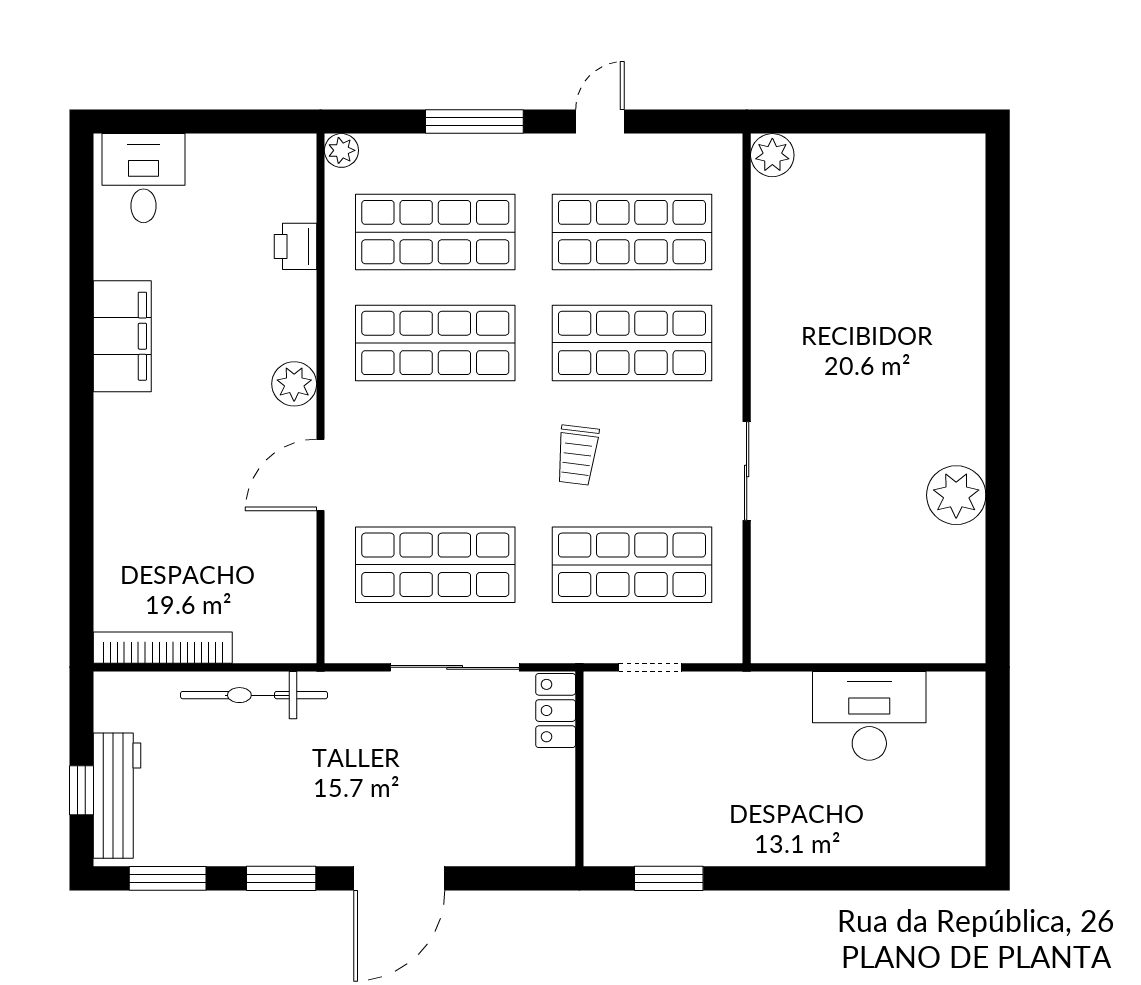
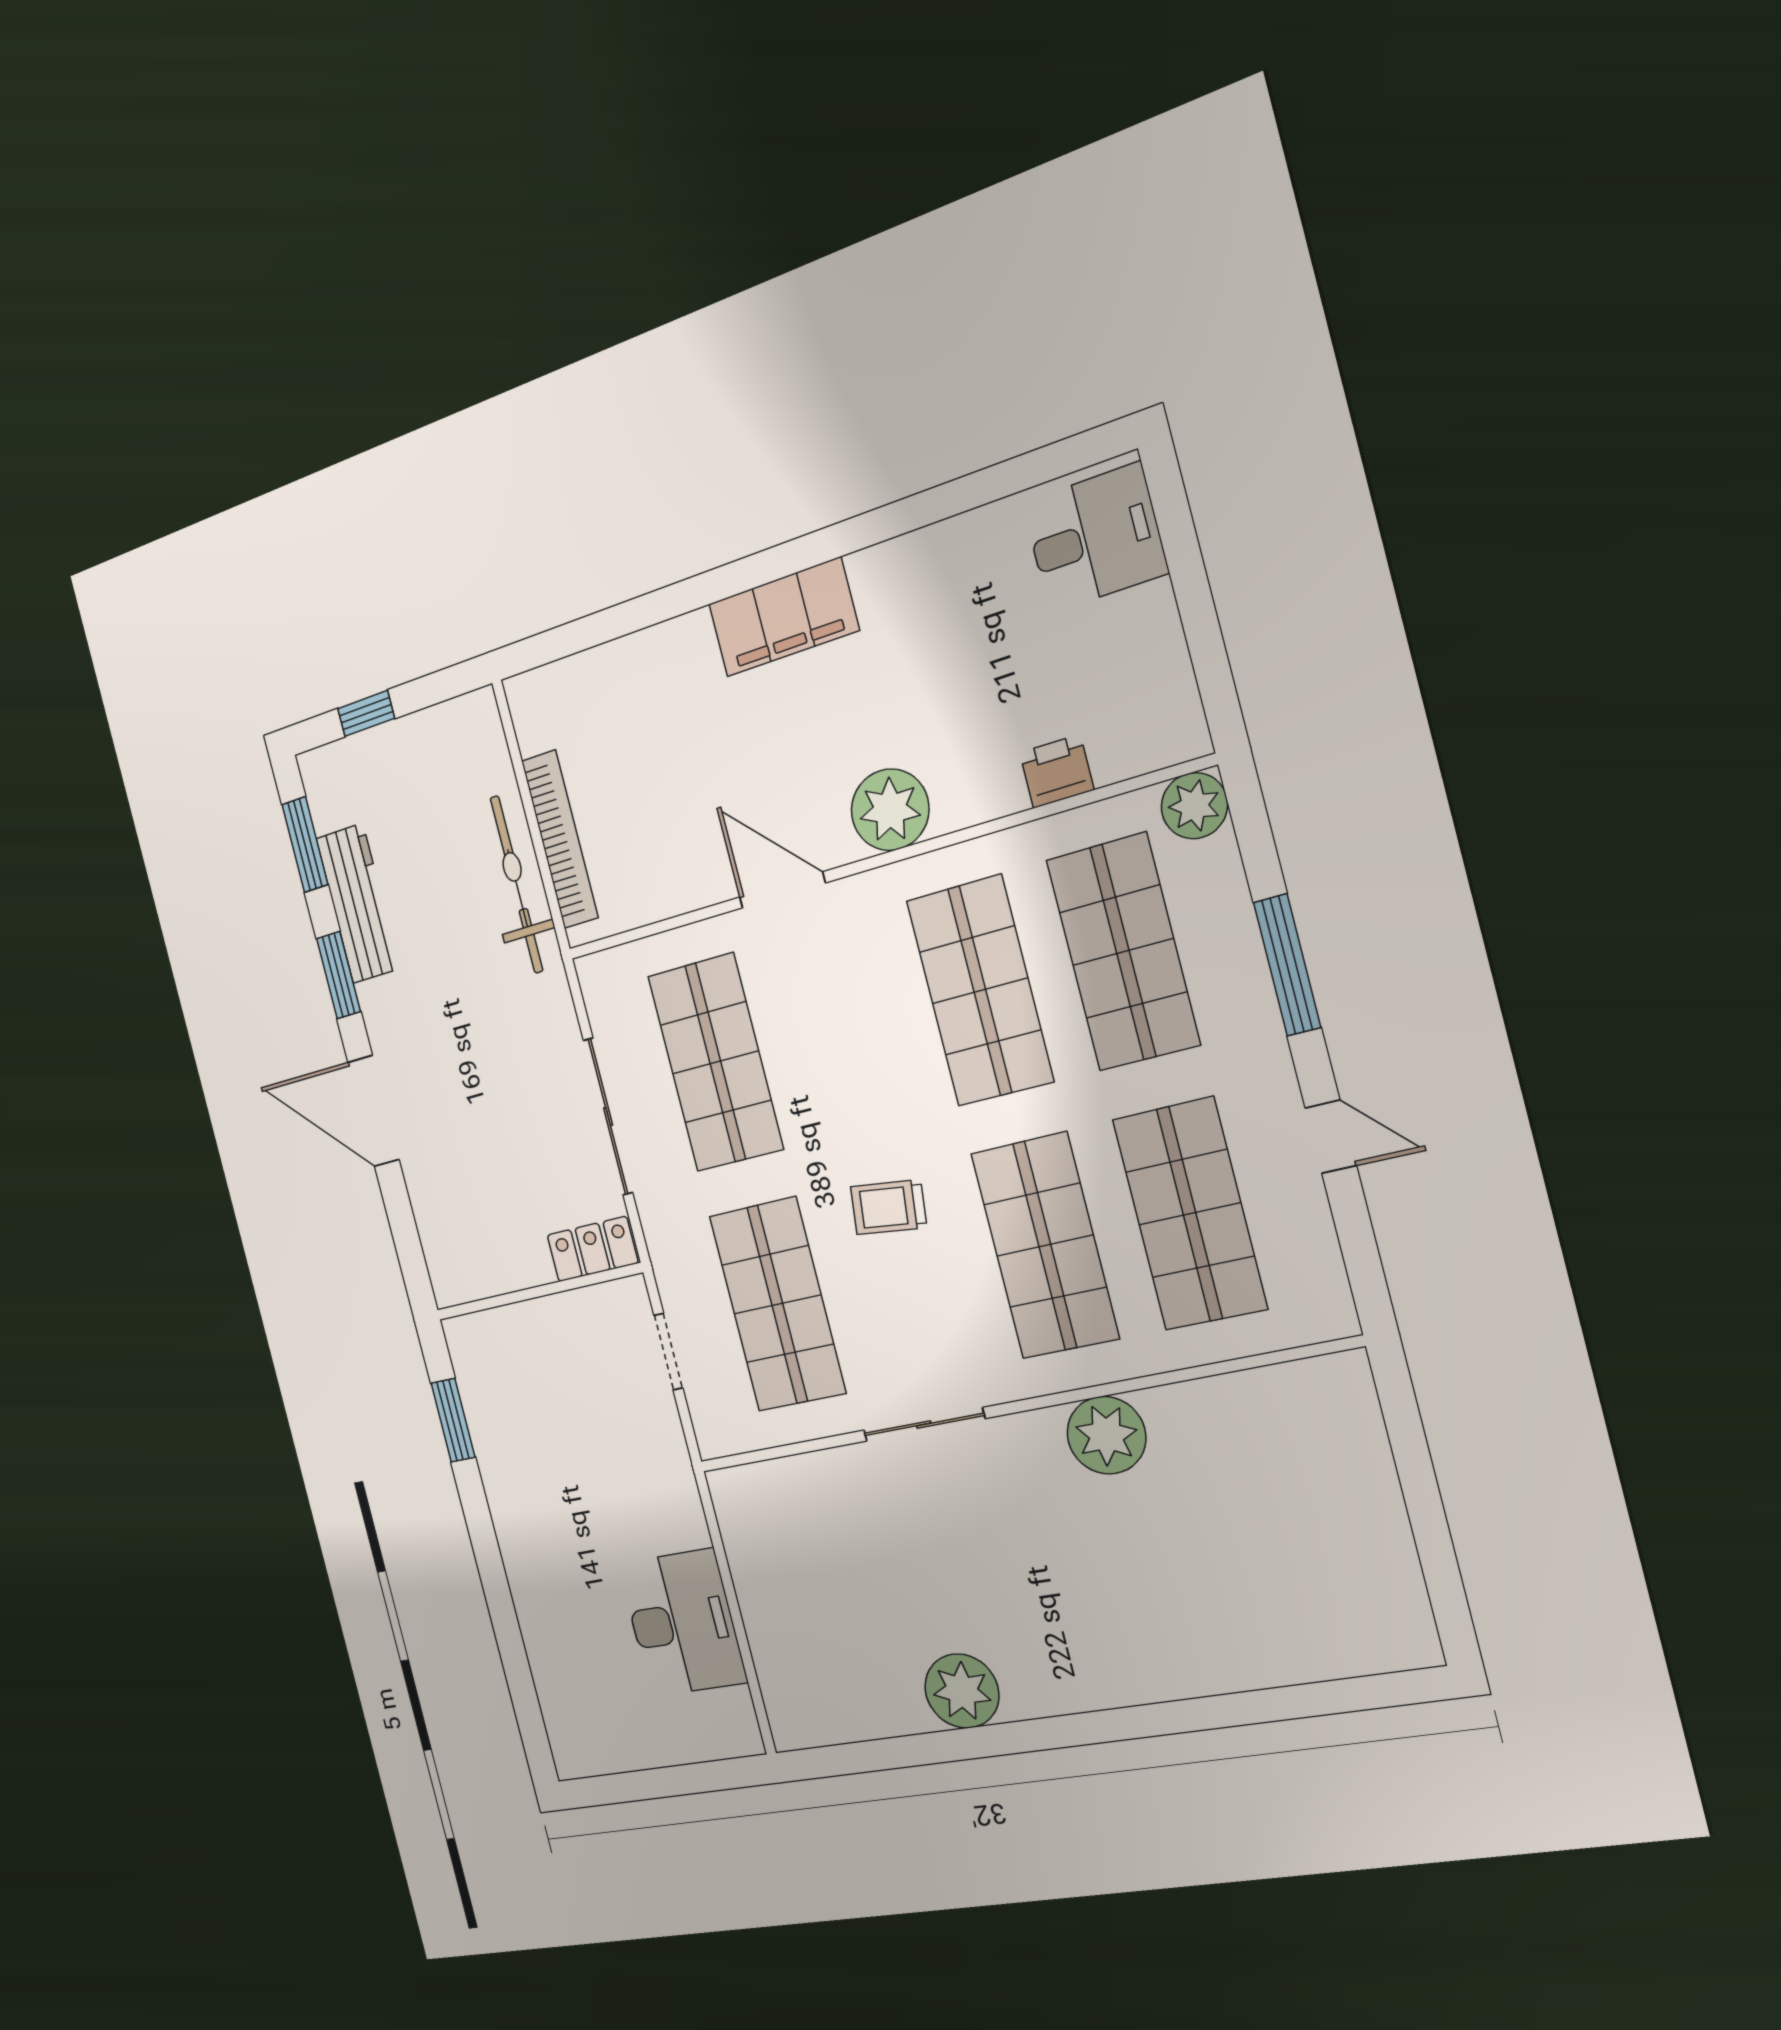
plant: (341, 150) -> (1194, 806), width x1.38, depth x1.38
plant: (772, 155) -> (1106, 1435), moved, width x1.36, depth x1.36
filing cabinet: (122, 336) -> (783, 617), moved
plant: (294, 384) -> (890, 810), width x1.36, depth x1.36
bookcase: (163, 648) -> (560, 839), moved
workbench: (117, 796) -> (358, 903), moved, turned -90

